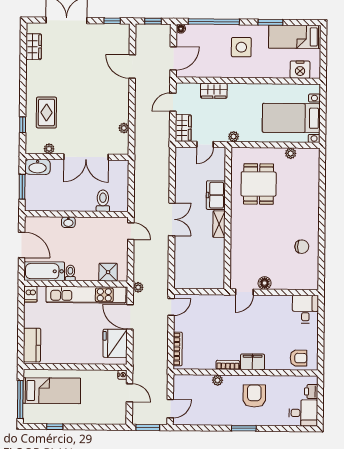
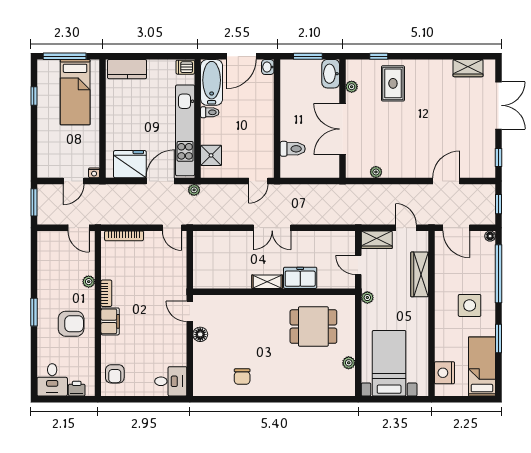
wardrobe: (214, 91) -> (420, 274), width x1.50
rug: (46, 113) -> (393, 83), turned 90
washbasin: (68, 222) -> (268, 67), moved
door: (170, 409) -> (78, 228), moved

